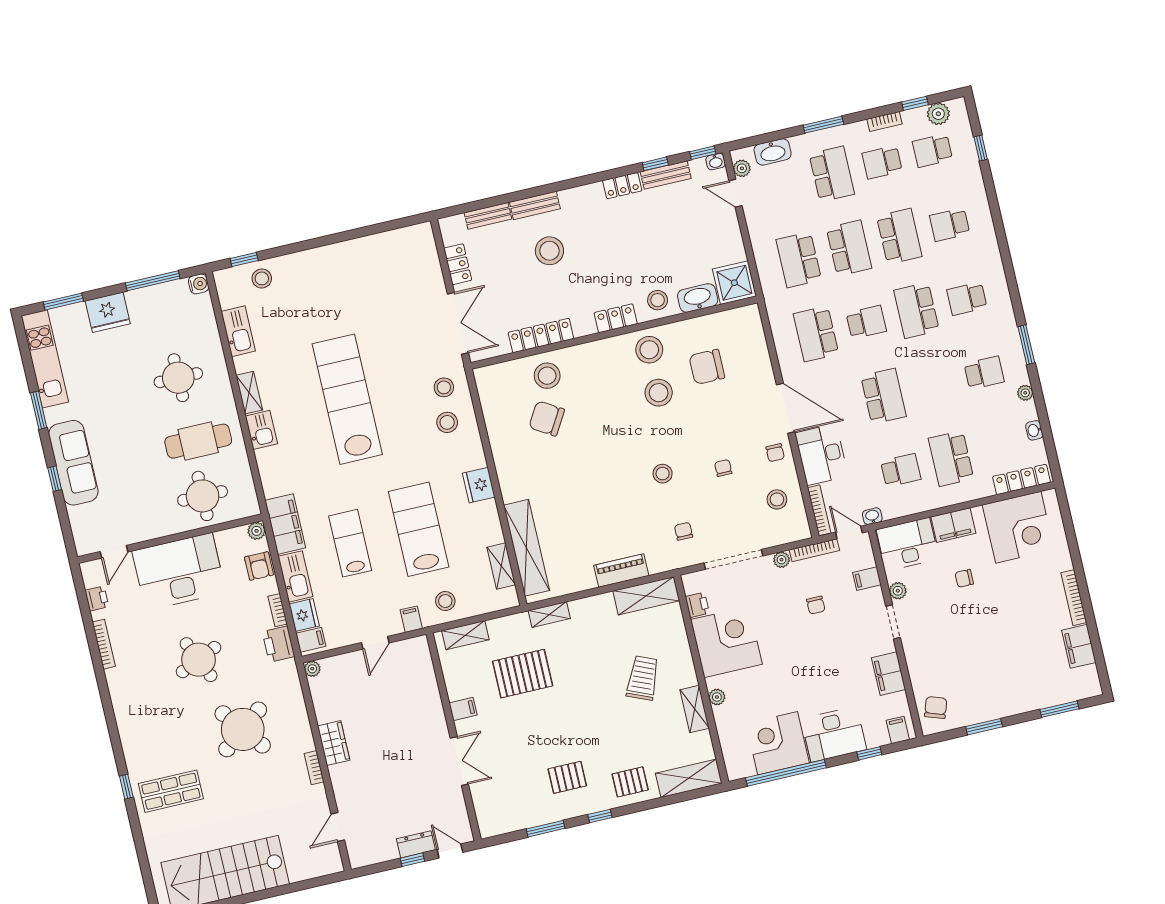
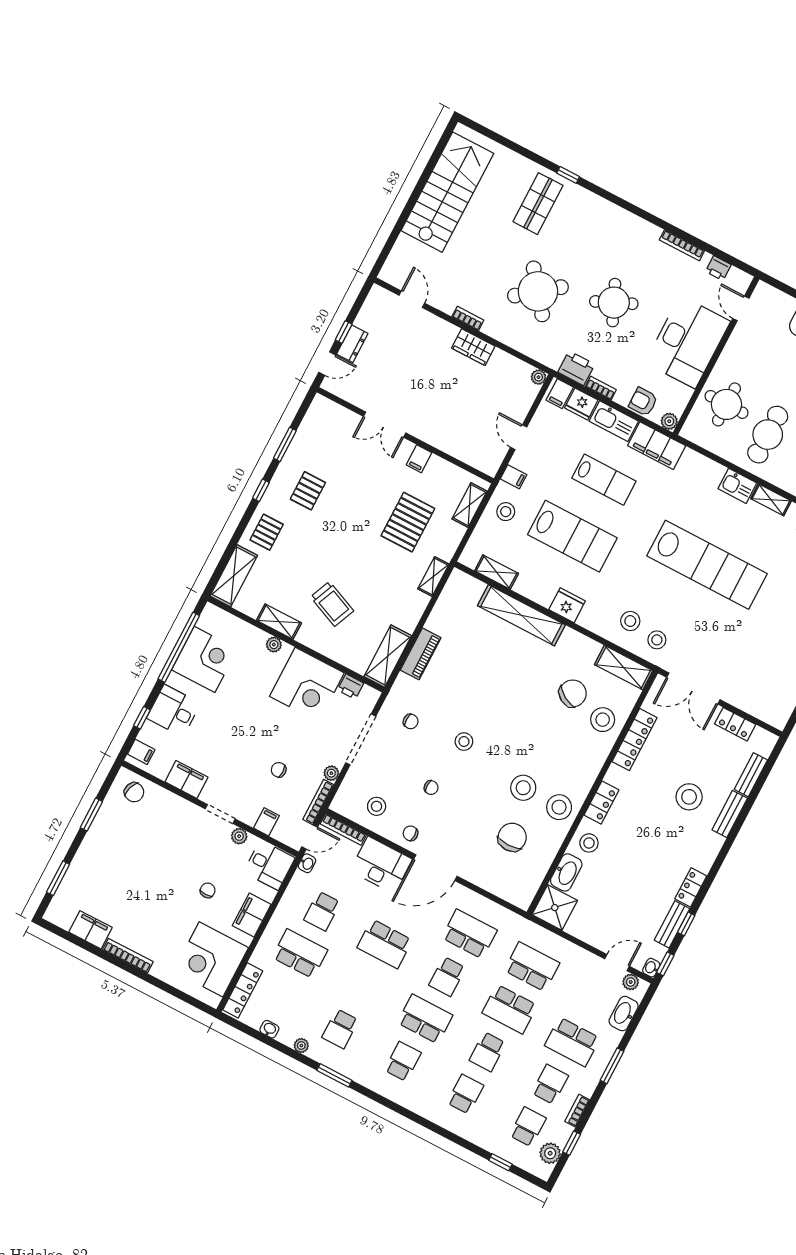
school desk: (899, 236) -> (488, 1052), width x0.54
shelving: (490, 395) -> (624, 668), added
desk: (908, 544) -> (269, 865), width x0.73
shelving: (526, 548) -> (521, 615), moved
desk: (834, 734) -> (174, 711), width x0.73

